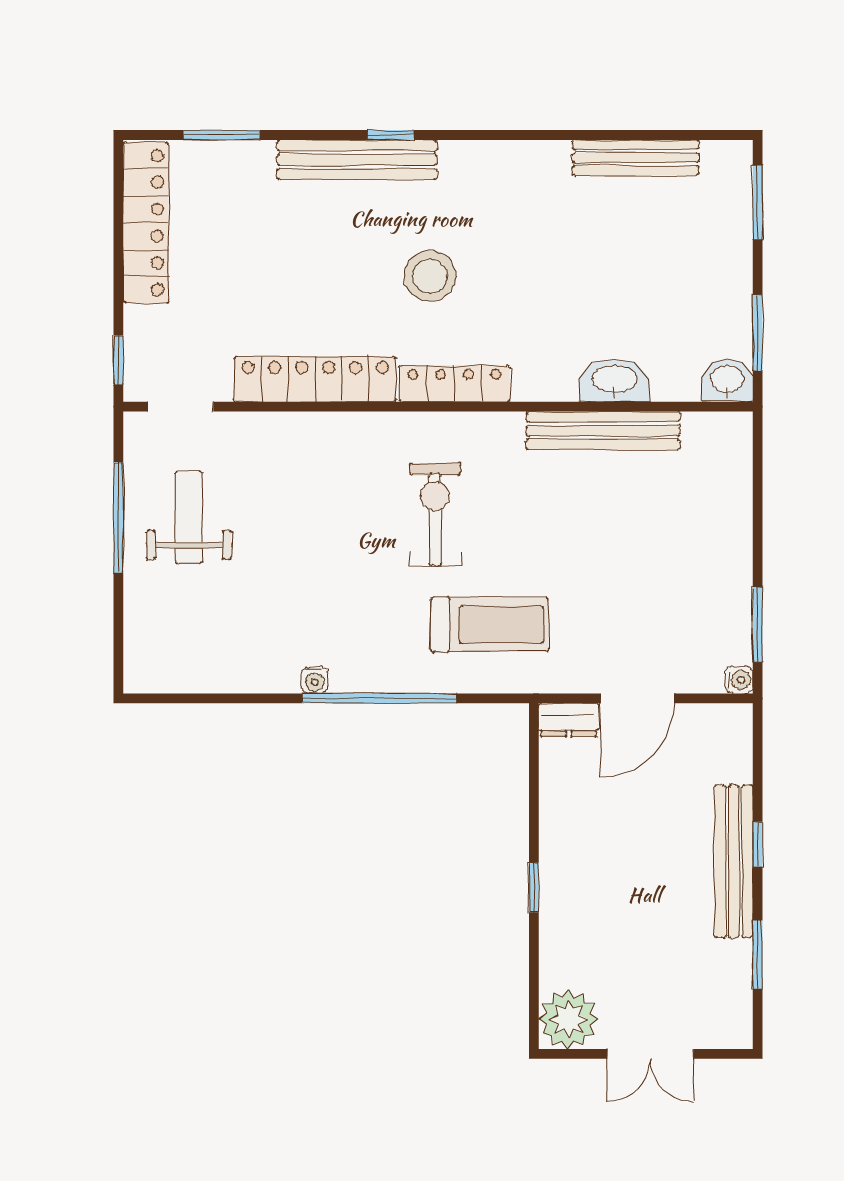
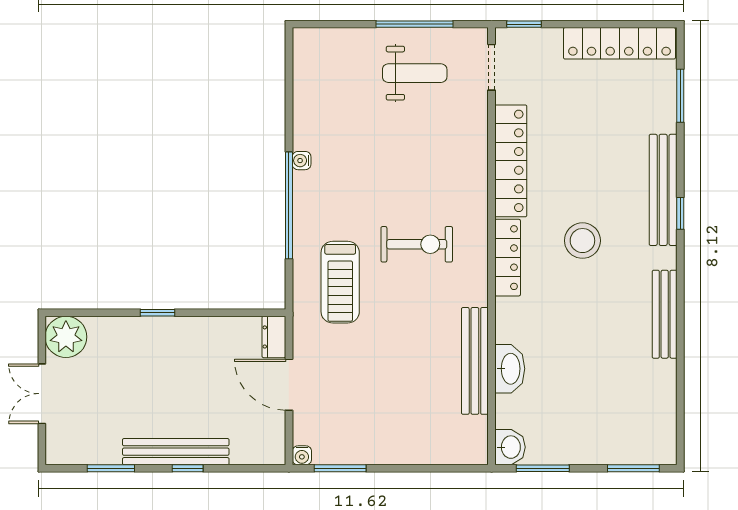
bench: (636, 158) -> (665, 314), moved

